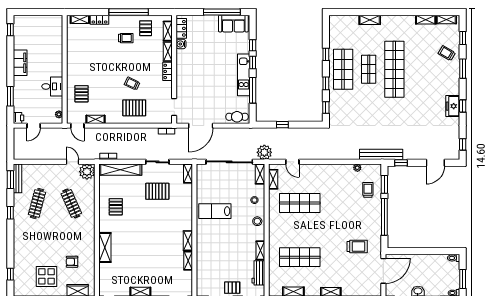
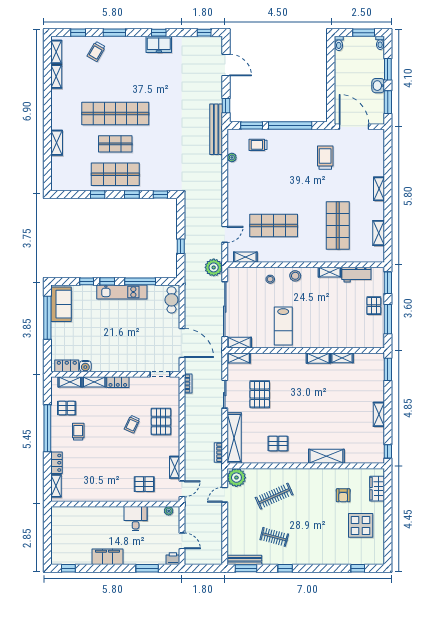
shelving: (260, 174) -> (239, 343), moved
clothes rail: (37, 203) -> (274, 537), width x0.73
shop shelf: (300, 203) -> (274, 225), turned 90

